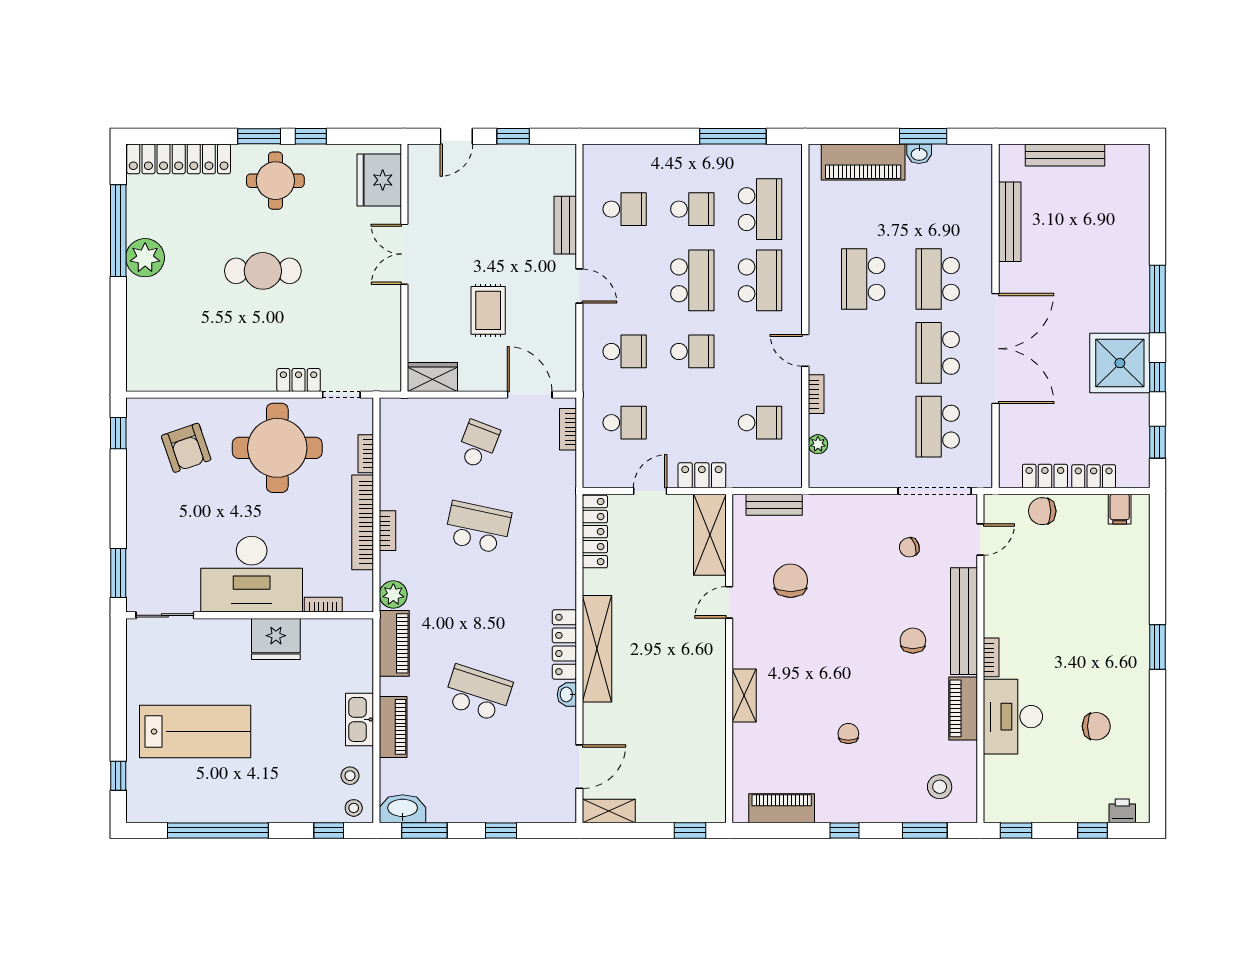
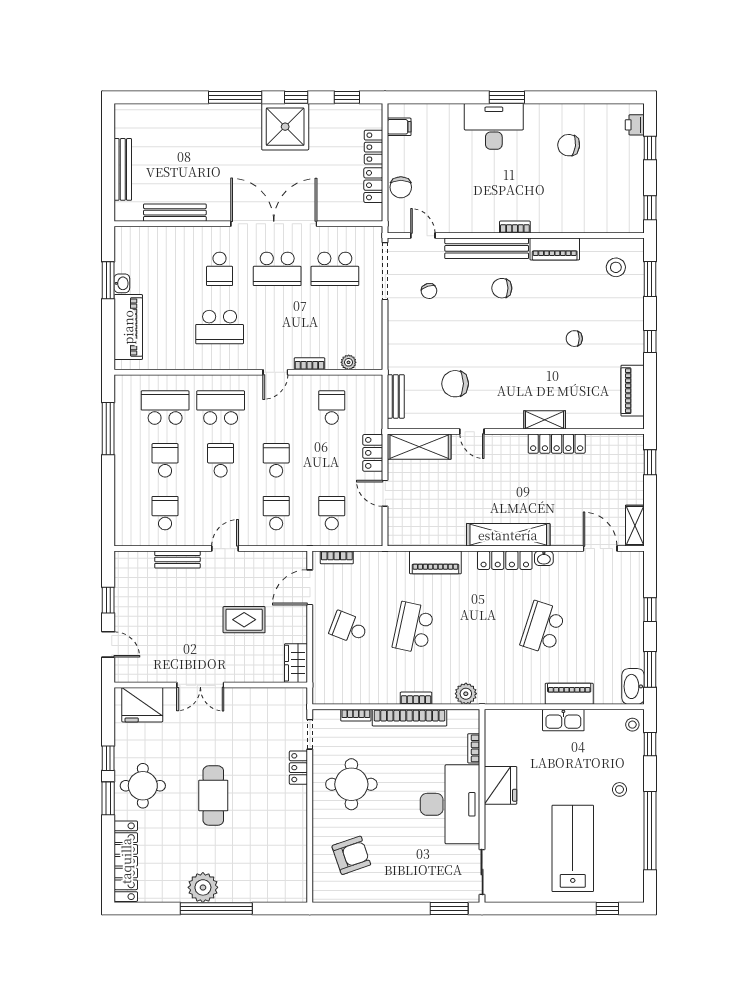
window: (118, 231) -> (216, 908), moved
school desk: (938, 279) -> (220, 269), width x0.54
school desk: (692, 280) -> (221, 460), width x0.54
window: (118, 433) -> (340, 908), removed
round table: (277, 448) -> (351, 784), width x0.73, depth x0.73
locker: (595, 532) -> (557, 444), moved, turned 180
piano: (394, 643) -> (435, 562), moved, turned 180
desk: (1013, 717) -> (494, 126), moved, turned 180
chair: (1096, 726) -> (569, 145), turned -83
stool: (350, 776) -> (619, 789), moved

